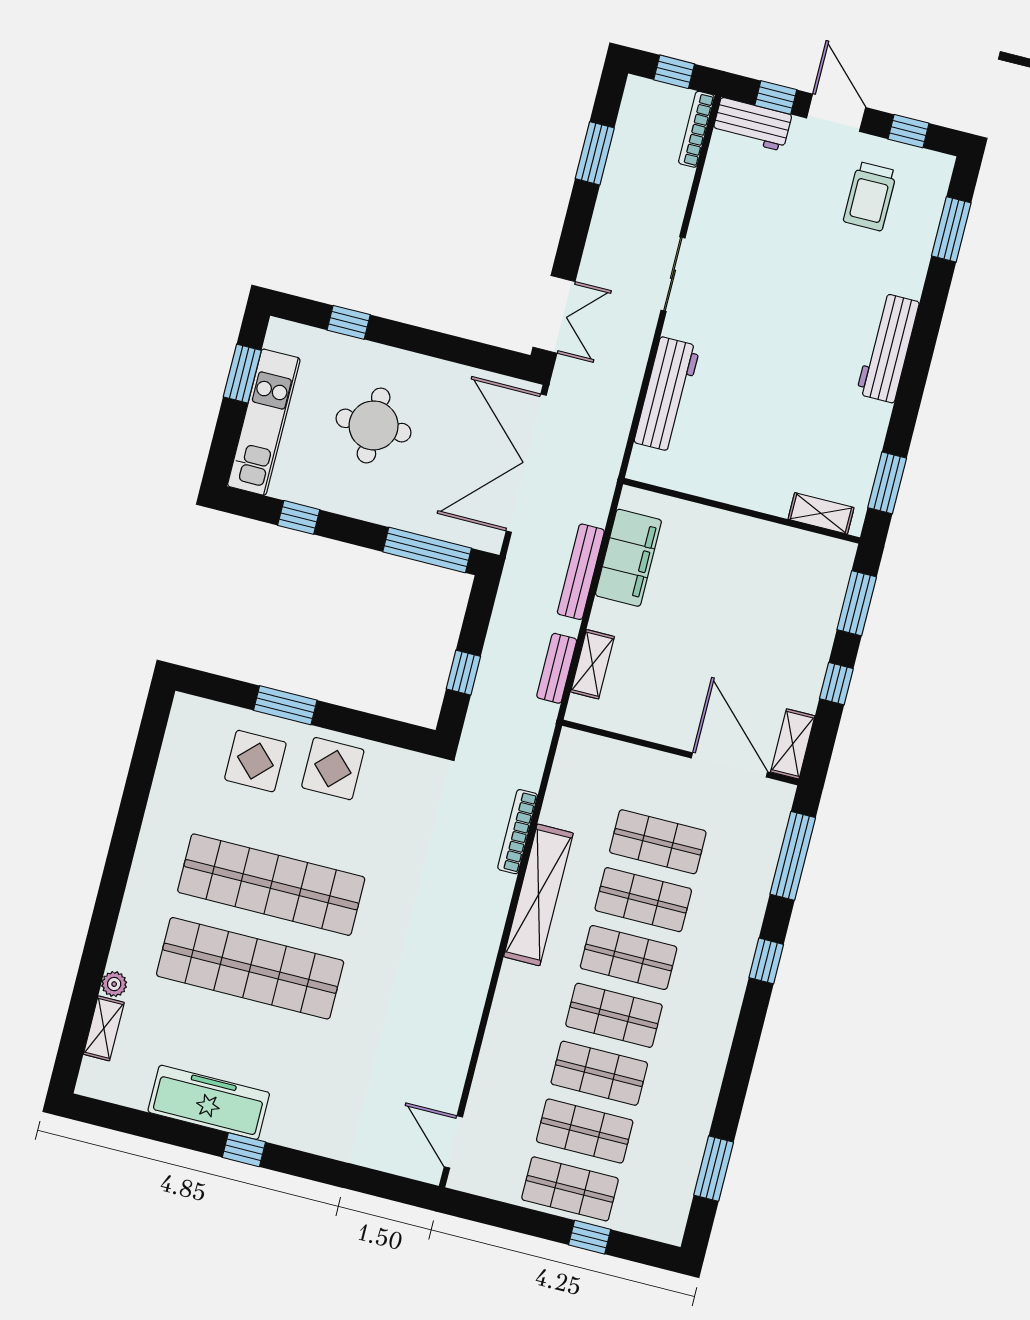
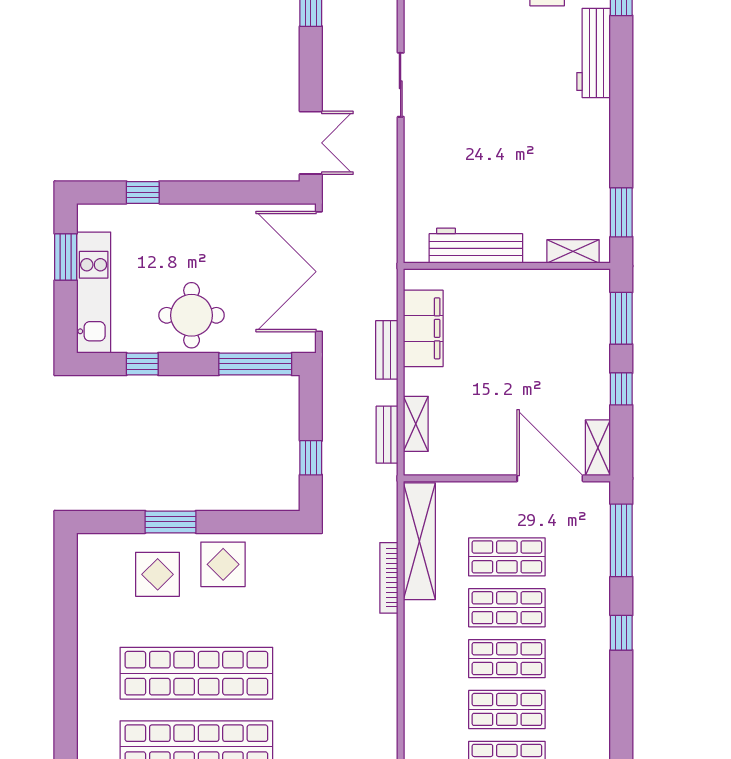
workbench: (888, 348) -> (594, 53), moved
workbench: (667, 394) -> (476, 246), moved, turned -90
round table: (374, 425) -> (192, 315), moved
bench: (581, 572) -> (387, 350), width x0.73
shelving: (538, 895) -> (419, 541), moved

